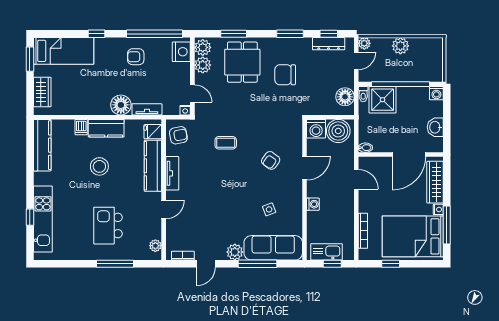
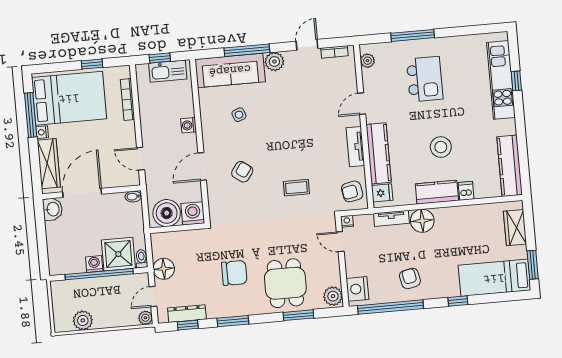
plant: (400, 46) -> (83, 320), moved
armchair: (136, 57) -> (410, 278), turned -102
plant: (203, 65) -> (331, 276), removed
washing machine: (436, 93) -> (94, 264), moved
floor lamp: (345, 97) -> (164, 269), moved
washbasin: (435, 127) -> (53, 209), moved

